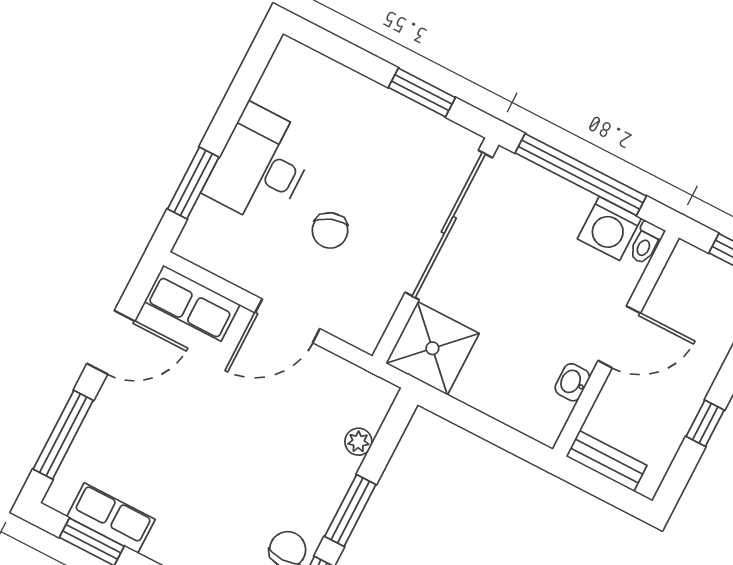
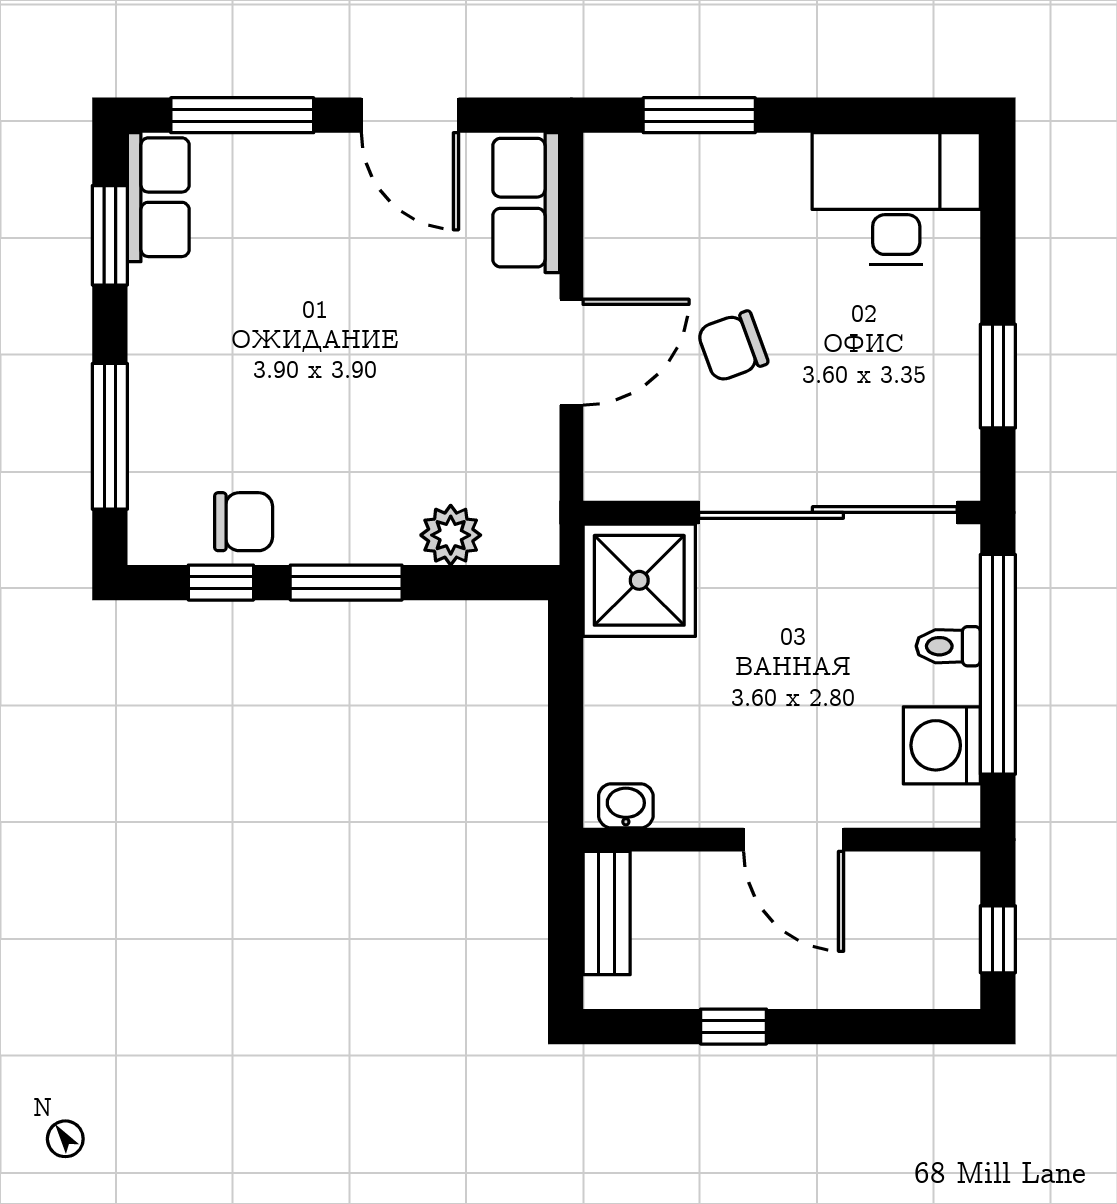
desk: (261, 165) -> (896, 199), moved
toilet: (646, 243) -> (948, 646), moved
door: (287, 321) -> (571, 352), swing flipped
washbasin: (572, 382) -> (626, 806), moved
plant: (358, 442) -> (451, 535), width x1.38, depth x1.38
row of seats: (111, 518) -> (158, 197), moved

